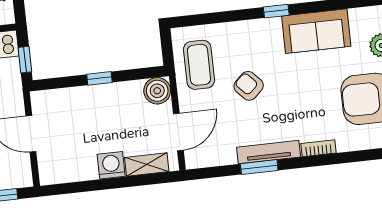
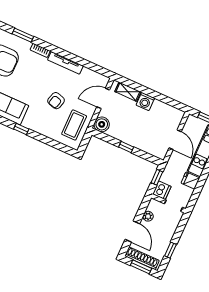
armchair: (249, 86) -> (56, 101), turned 59
window: (259, 167) -> (23, 35), moved

